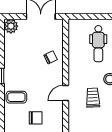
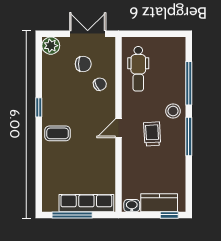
dental chair: (98, 44) -> (138, 69), moved
chair: (36, 118) -> (83, 64), moved

